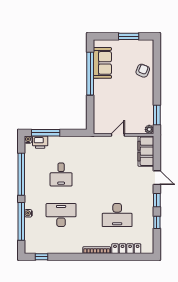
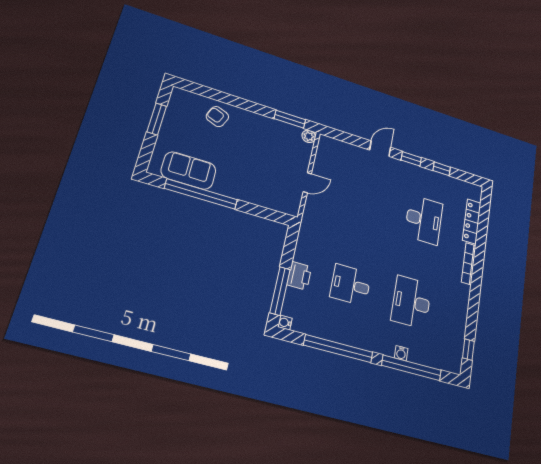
door: (118, 135) -> (307, 183), swing flipped
printer: (40, 142) -> (299, 276), moved
filing cabinet: (146, 151) -> (340, 151), removed
desk: (61, 175) -> (351, 285), turned 180

